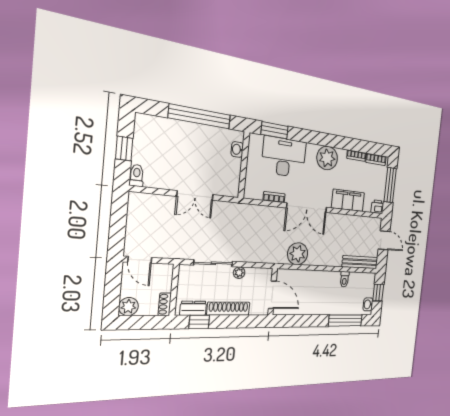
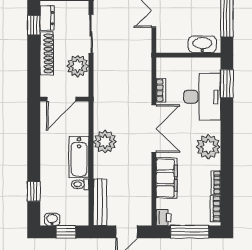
washbasin: (237, 149) -> (202, 44), width x1.91, depth x1.45
double door: (307, 208) -> (154, 129), swing flipped
plant: (298, 254) -> (105, 142), moved
plant: (239, 273) -> (78, 66), width x1.88, depth x1.88
bathtub: (323, 279) -> (79, 157), added
window: (345, 320) -> (34, 191), width x0.46

